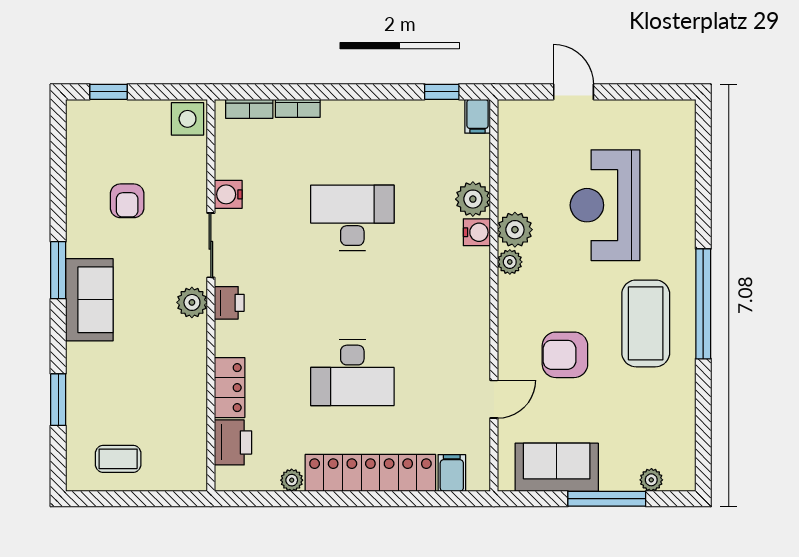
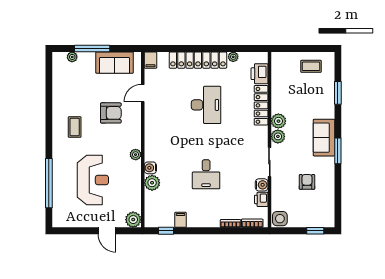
filing cabinet: (478, 116) -> (181, 220), moved
desk: (352, 218) -> (206, 174), width x0.73
plant: (515, 230) -> (133, 220), moved
printer: (229, 303) -> (261, 199), moved
window: (703, 304) -> (49, 183), moved
coffee table: (646, 323) -> (75, 127), width x0.54, depth x0.58
plant: (191, 337) -> (278, 121), added
desk: (352, 373) -> (206, 105), turned 90
locker: (230, 388) -> (261, 105), width x1.53
filing cabinet: (452, 473) -> (150, 60), moved

